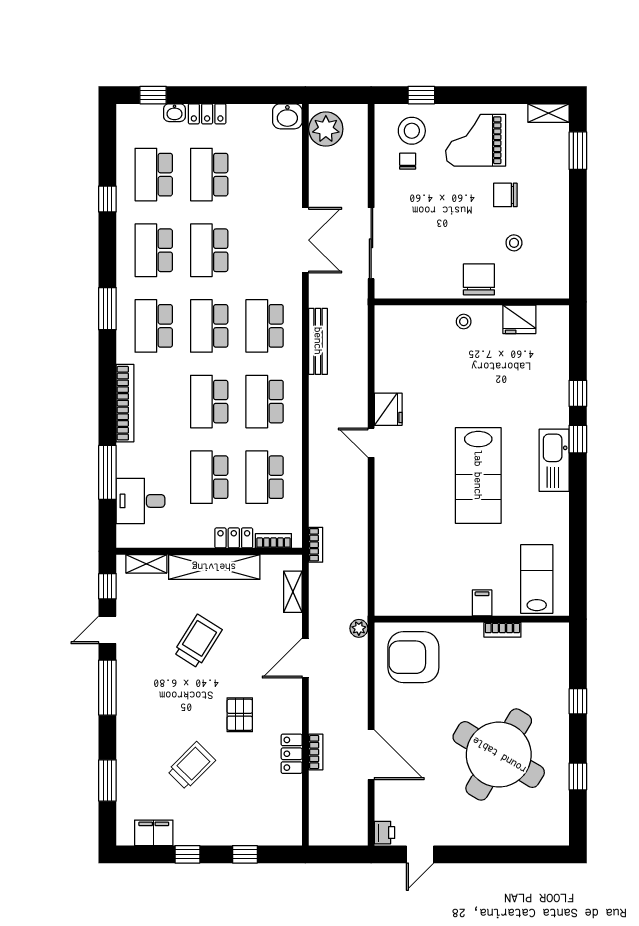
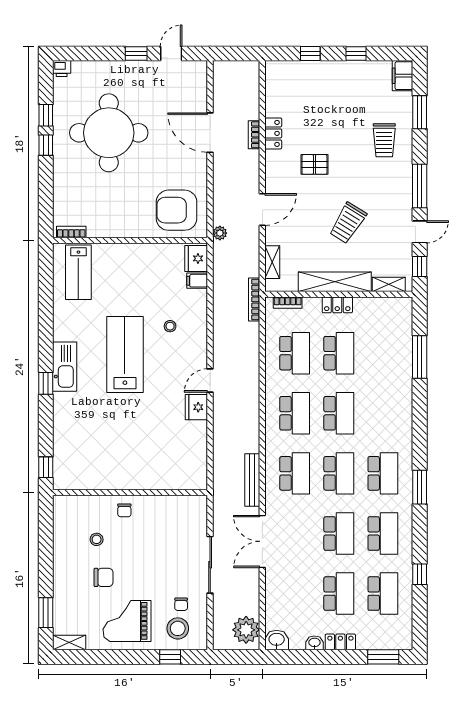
window: (153, 95) -> (383, 657), width x1.50
washbasin: (174, 113) -> (314, 643), moved
grand piano: (476, 140) -> (127, 621), turned 180
sliding door: (371, 243) -> (210, 565), moved
chair: (479, 279) -> (124, 510), width x0.54, depth x0.54
fridge: (519, 319) -> (196, 258), moved, turned -90
stool: (464, 322) -> (170, 326), moved
bench: (318, 341) -> (252, 480), moved
window: (578, 393) -> (46, 467), moved
bookcase: (125, 403) -> (406, 412), removed
door: (371, 443) -> (210, 381), swing flipped
desk: (141, 501) -> (393, 334), removed
locker: (234, 538) -> (337, 305), moved
bookcase: (316, 545) -> (254, 299), width x1.56
filing cabinet: (482, 603) -> (197, 281), moved, turned 90
bookcase: (502, 630) -> (71, 232), moved
armchair: (413, 657) -> (176, 210), turned 180
window: (578, 701) -> (46, 145), moved
pallet: (240, 715) -> (314, 164), turned 90
round table: (499, 755) -> (109, 133), turned -31
trolley: (191, 766) -> (384, 140), moved, turned -45
filing cabinet: (154, 833) -> (402, 76), moved, turned 90
printer: (385, 833) -> (62, 69), moved, turned -90
window: (464, 854) -> (136, 53), added

